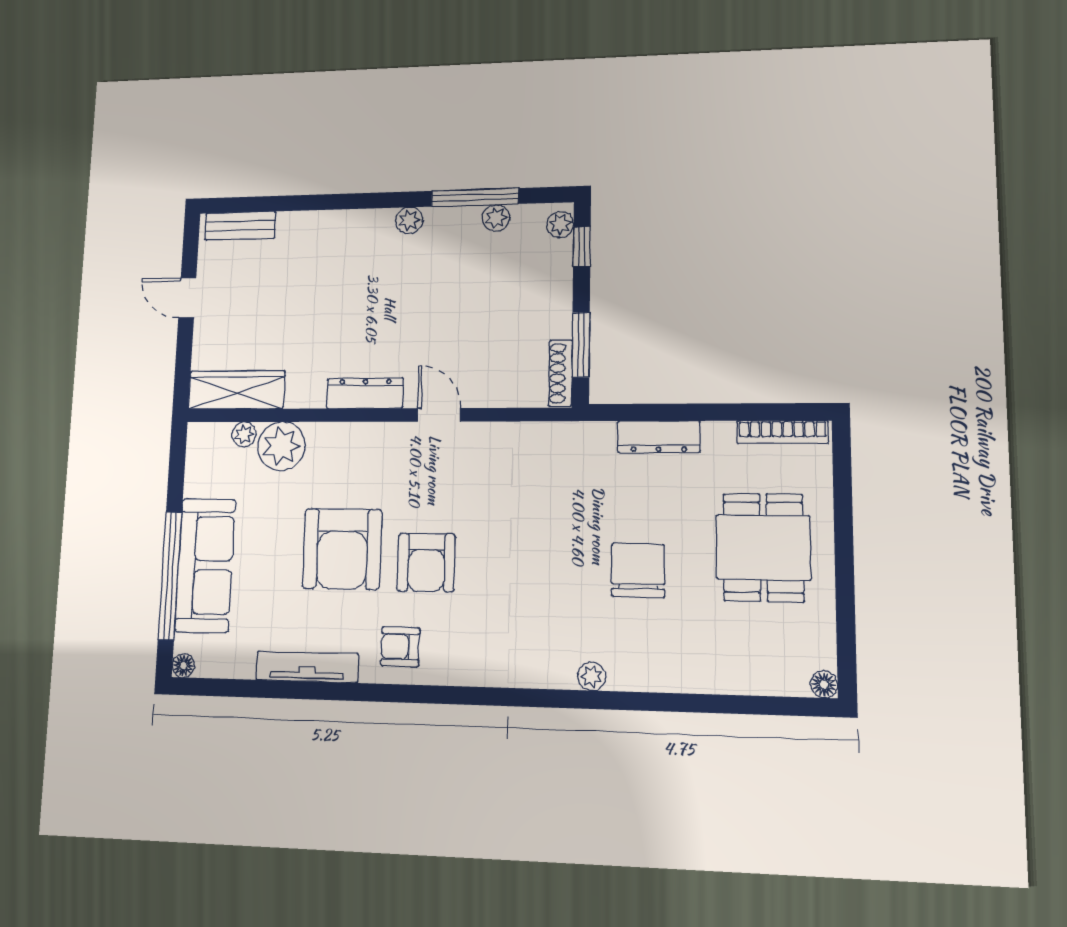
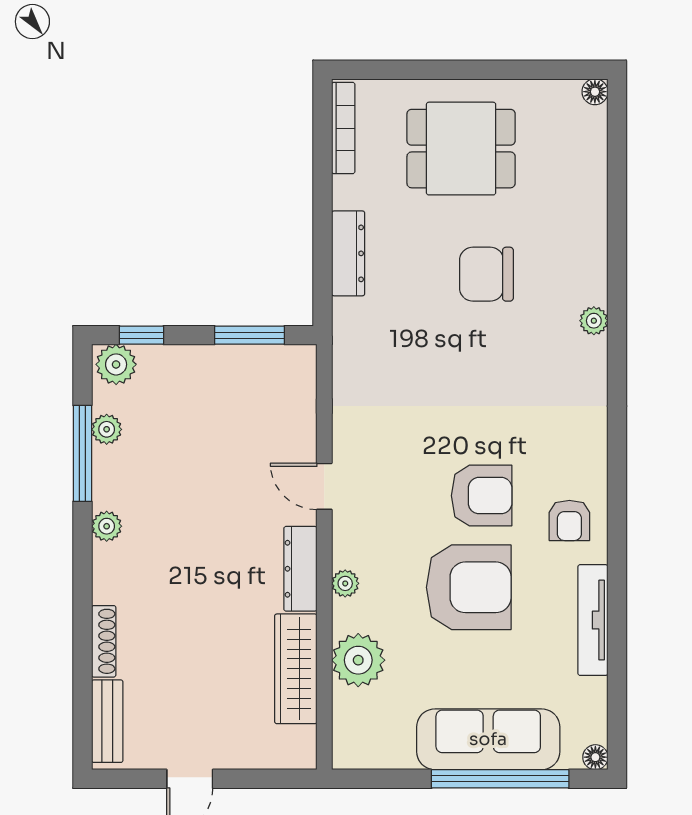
plant: (560, 224) -> (116, 364), width x1.38, depth x1.38
shoe rack: (560, 373) -> (104, 641), moved, turned -90
wardrobe: (236, 390) -> (296, 669), moved
door: (439, 415) -> (324, 486), hinge flipped
plant: (244, 434) -> (345, 583), moved

